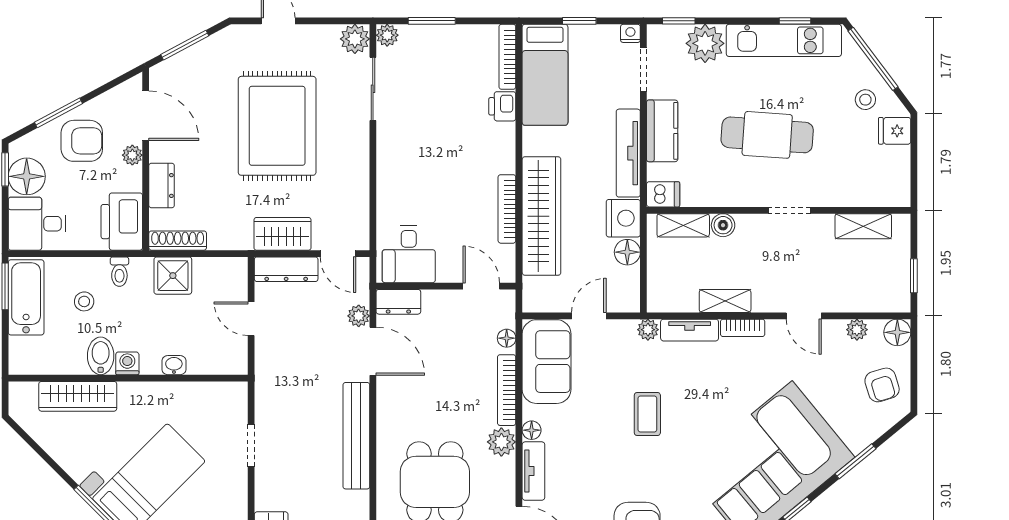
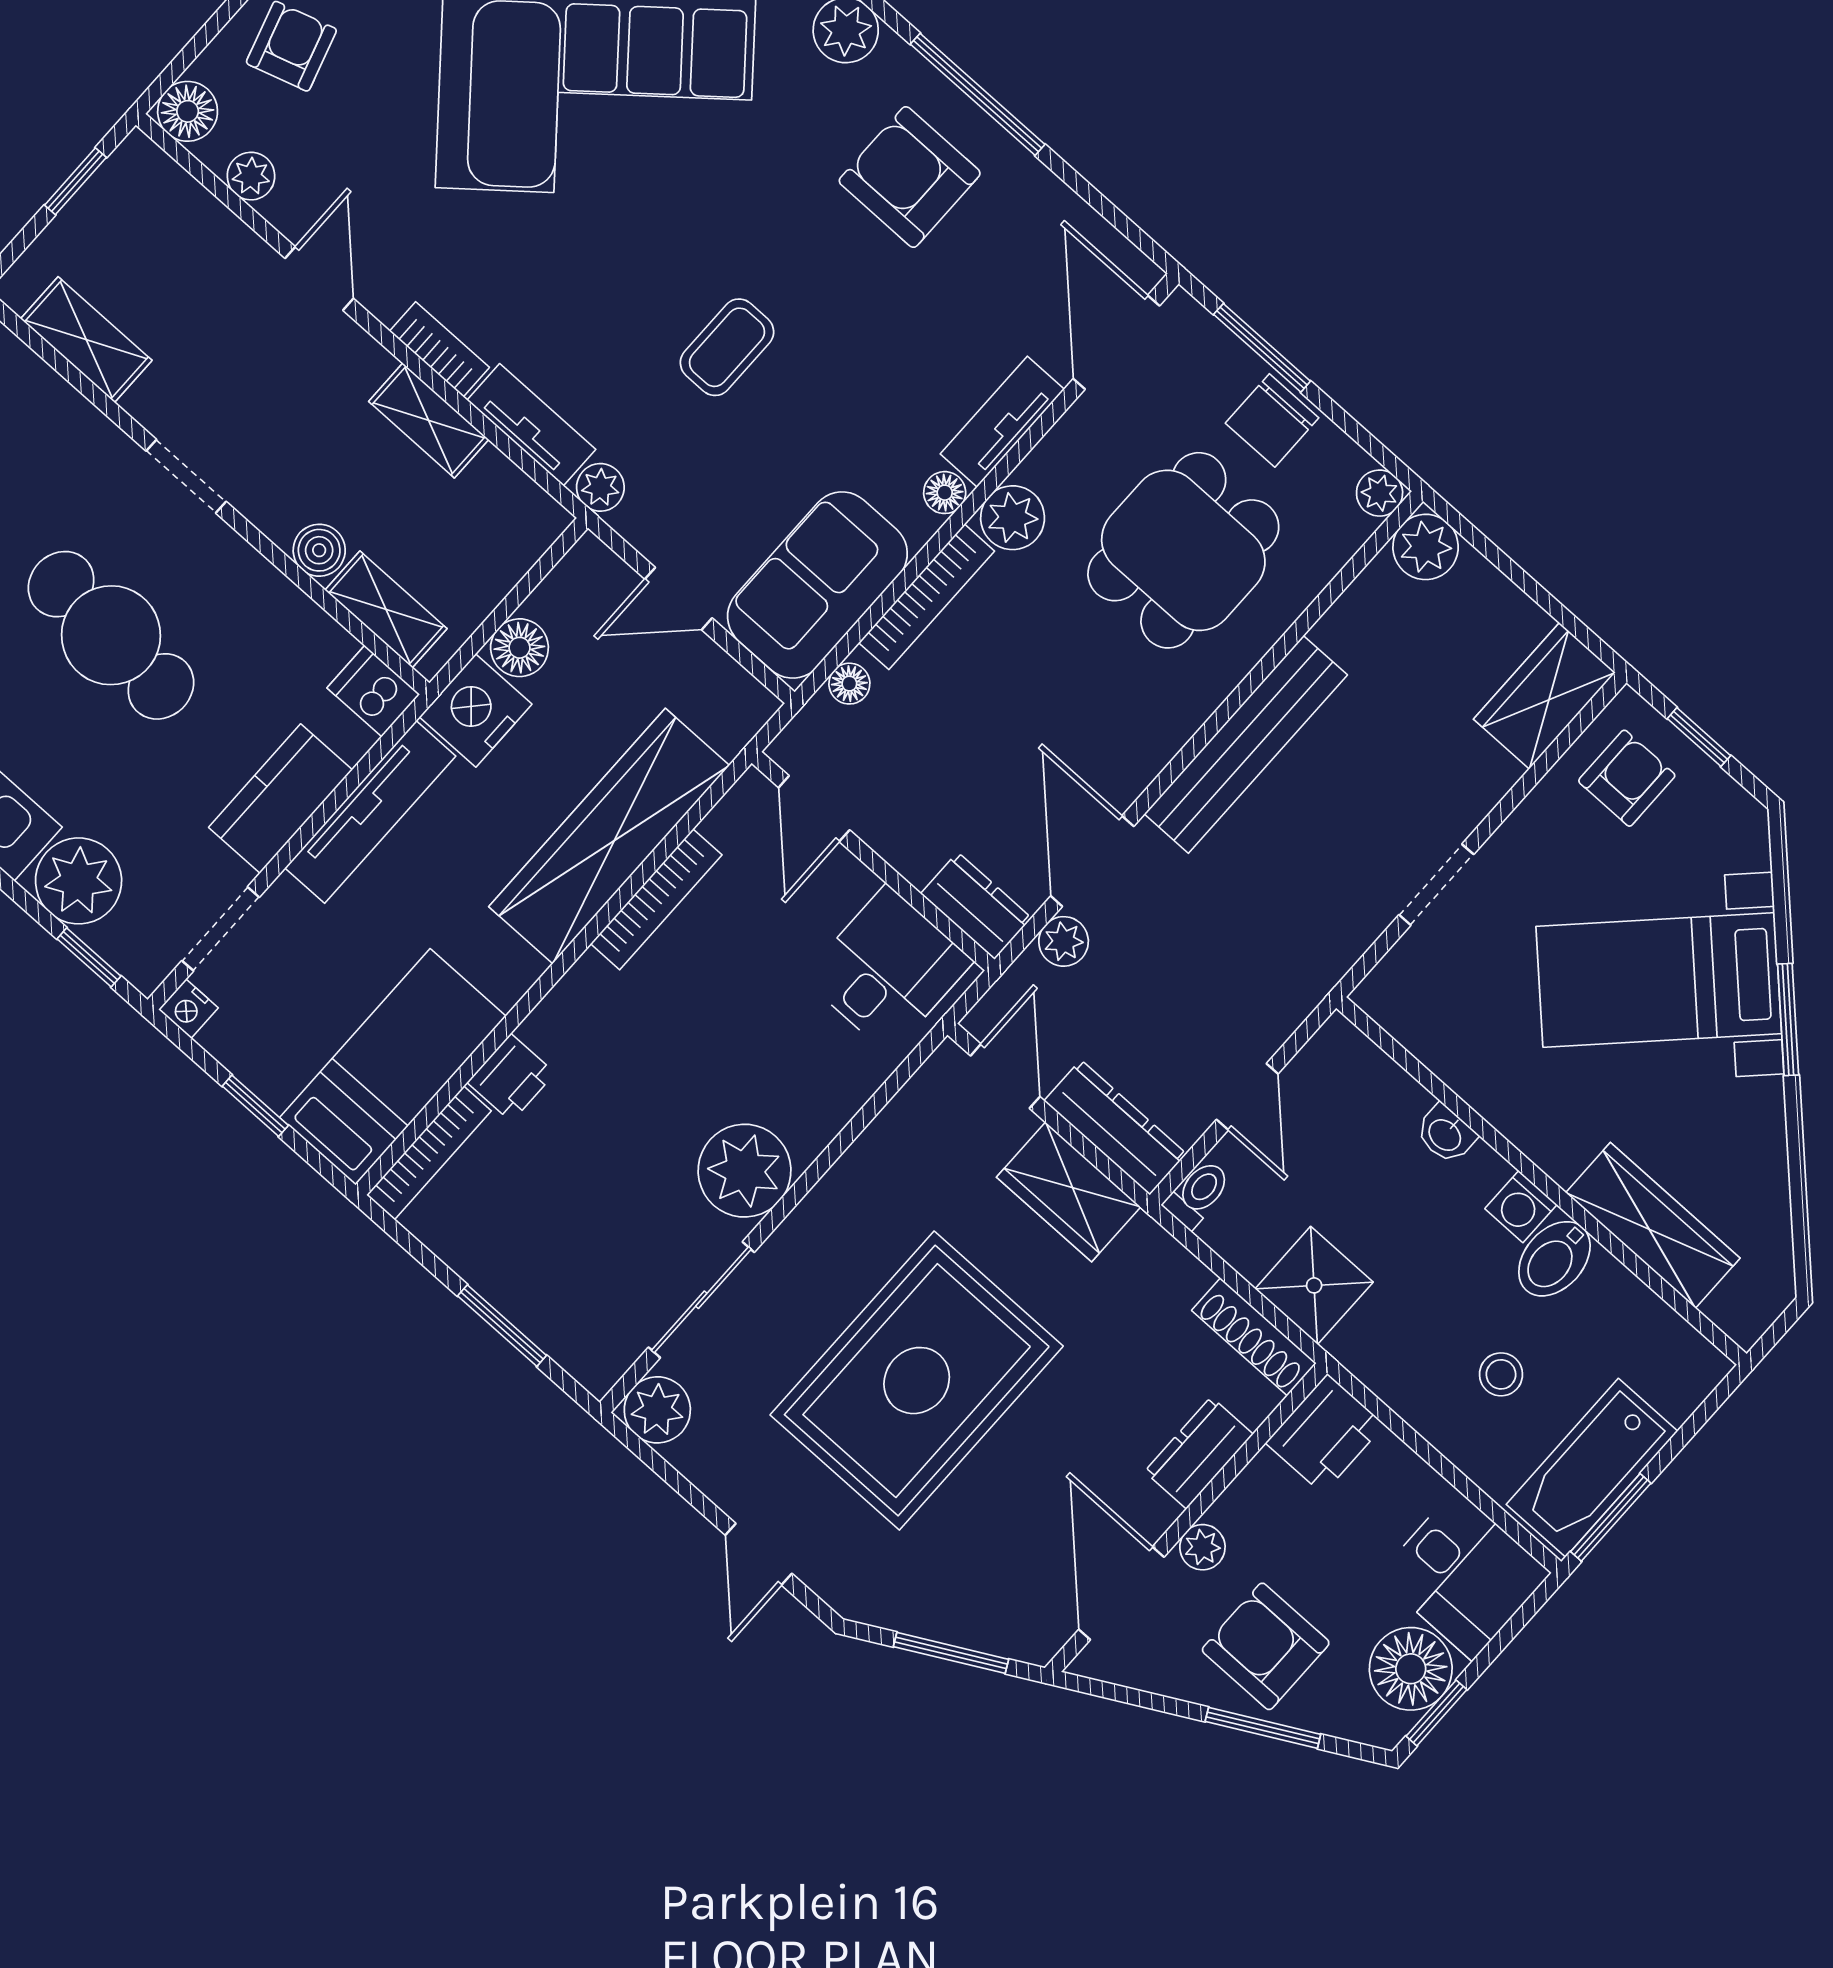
plant: (387, 35) -> (745, 1171), moved, width x1.88, depth x1.88
printer: (122, 222) -> (1325, 1434), width x0.73, depth x0.84
toilet: (119, 272) -> (1198, 1194), moved

